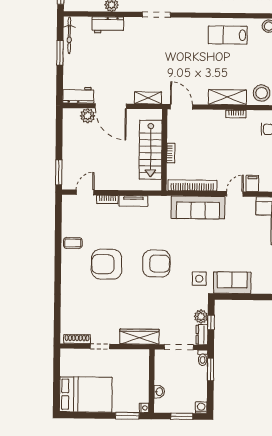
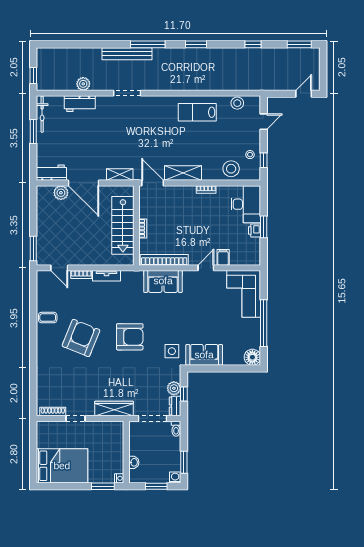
shelving: (227, 97) -> (183, 173), moved
door: (85, 192) -> (59, 268), swing flipped
sofa: (198, 207) -> (163, 281), width x0.73
armchair: (107, 264) -> (81, 338), turned 112
window: (211, 369) -> (184, 462), moved

